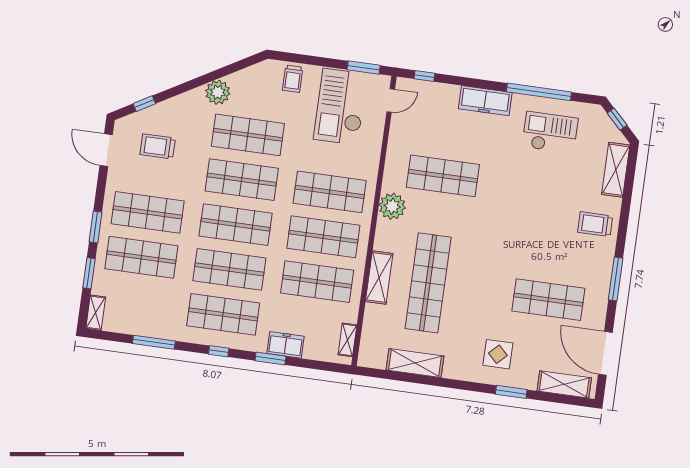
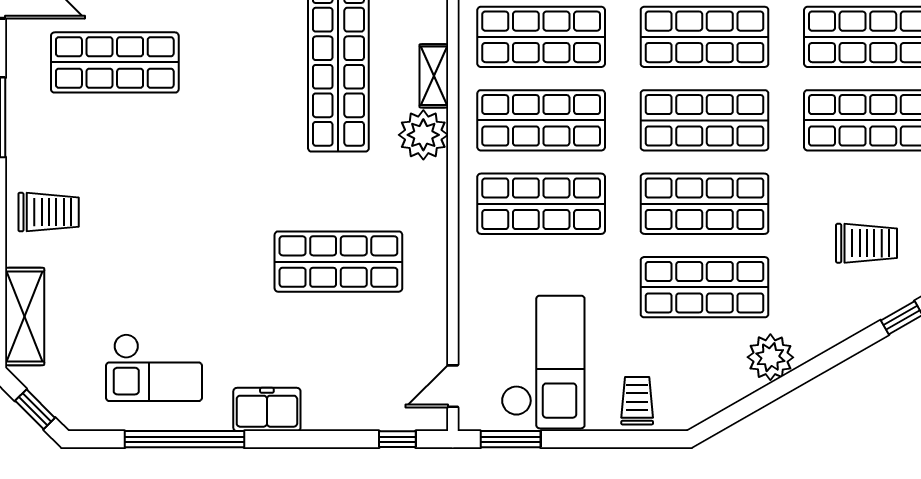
freezer: (485, 101) -> (267, 409), width x0.71
plant: (392, 206) -> (423, 135), moved
shelving: (379, 278) -> (434, 76), width x0.67, depth x0.75

